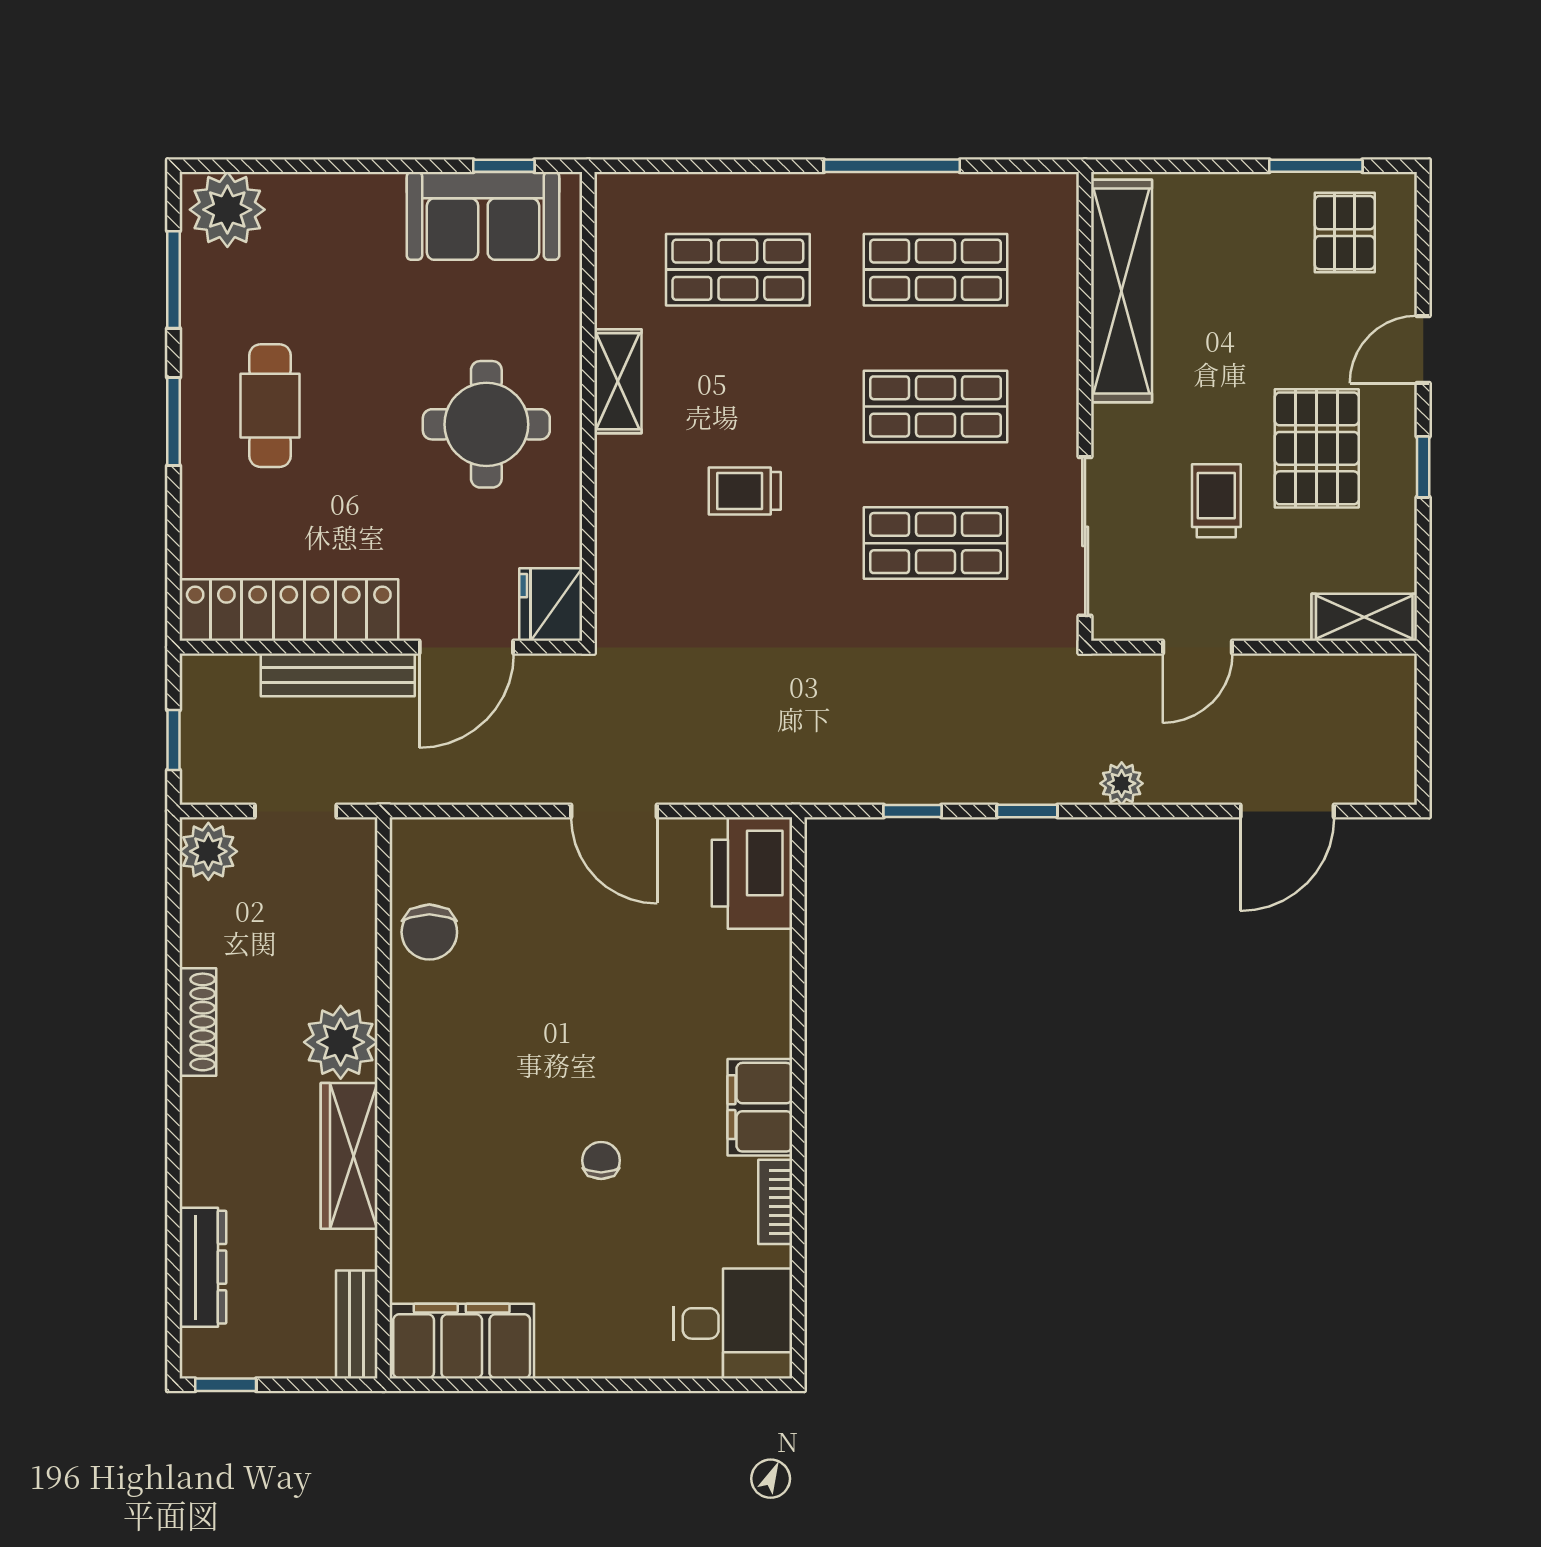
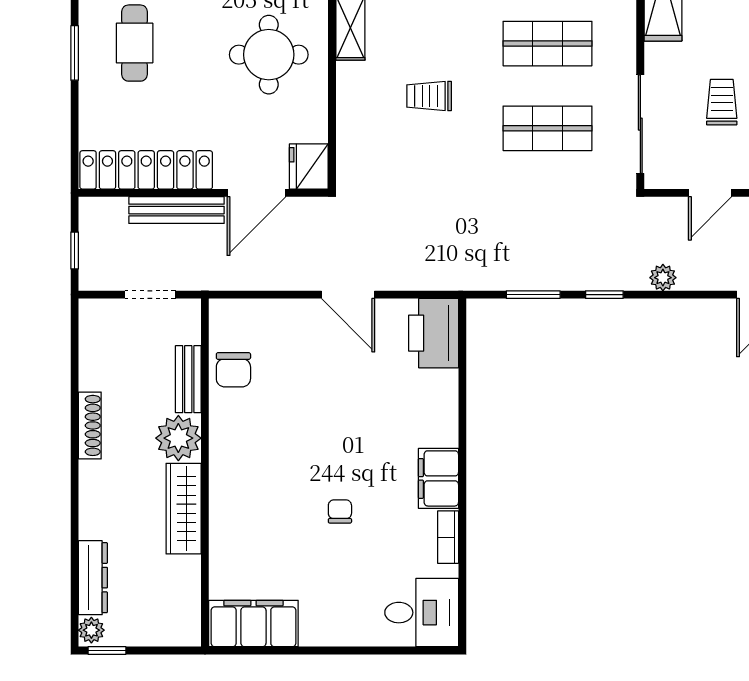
window: (912, 811) -> (533, 295), width x1.50
plant: (208, 851) -> (91, 630), moved, width x0.73, depth x0.73
bench: (357, 1324) -> (188, 379), moved

